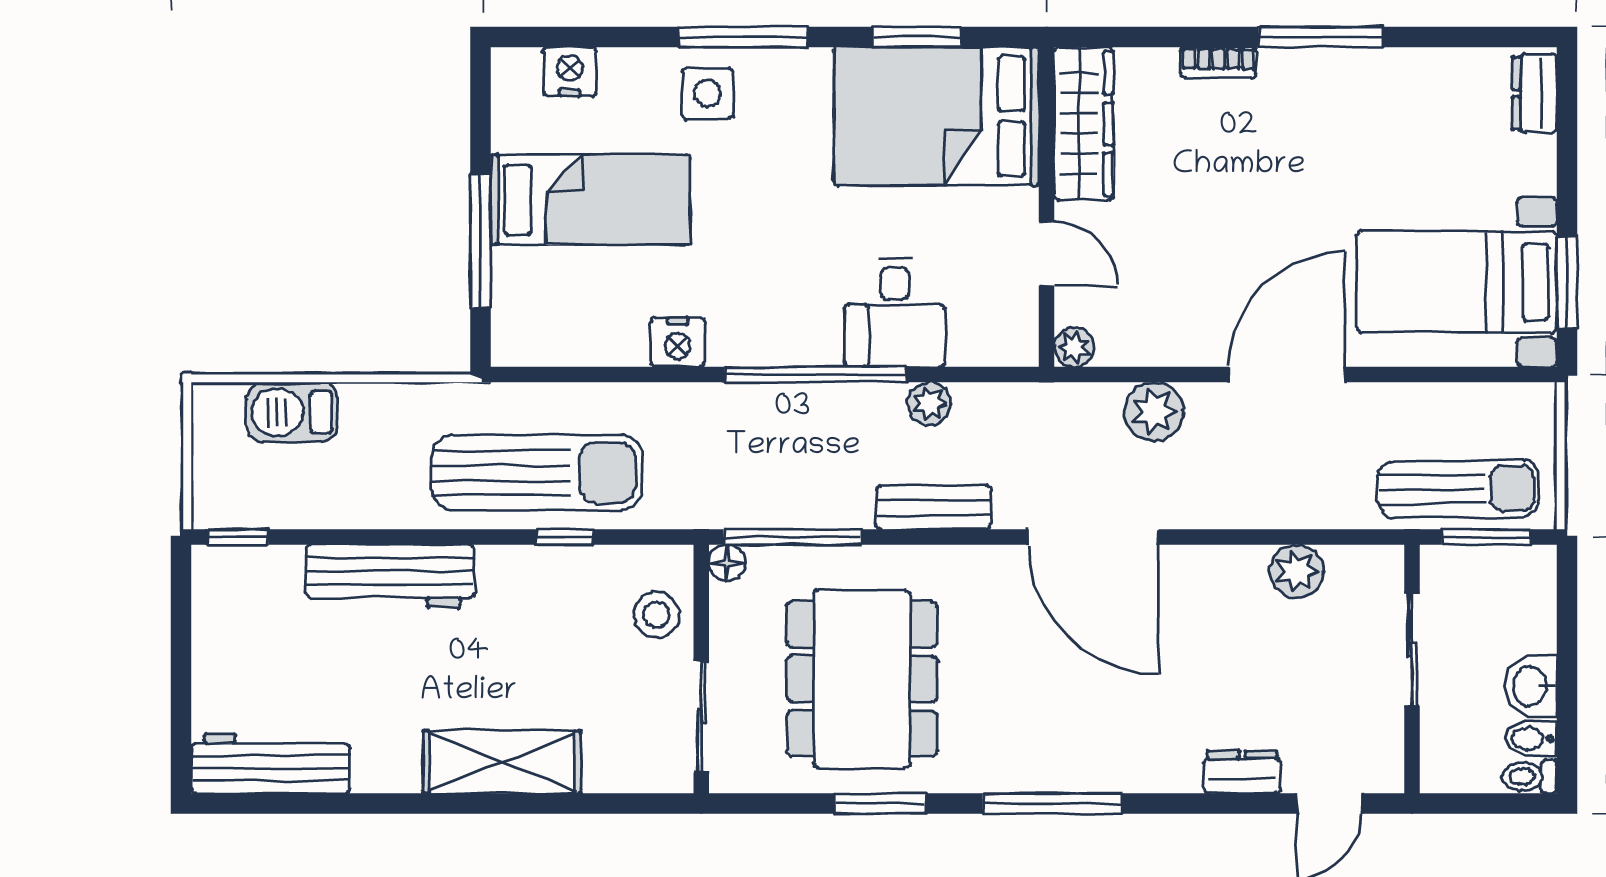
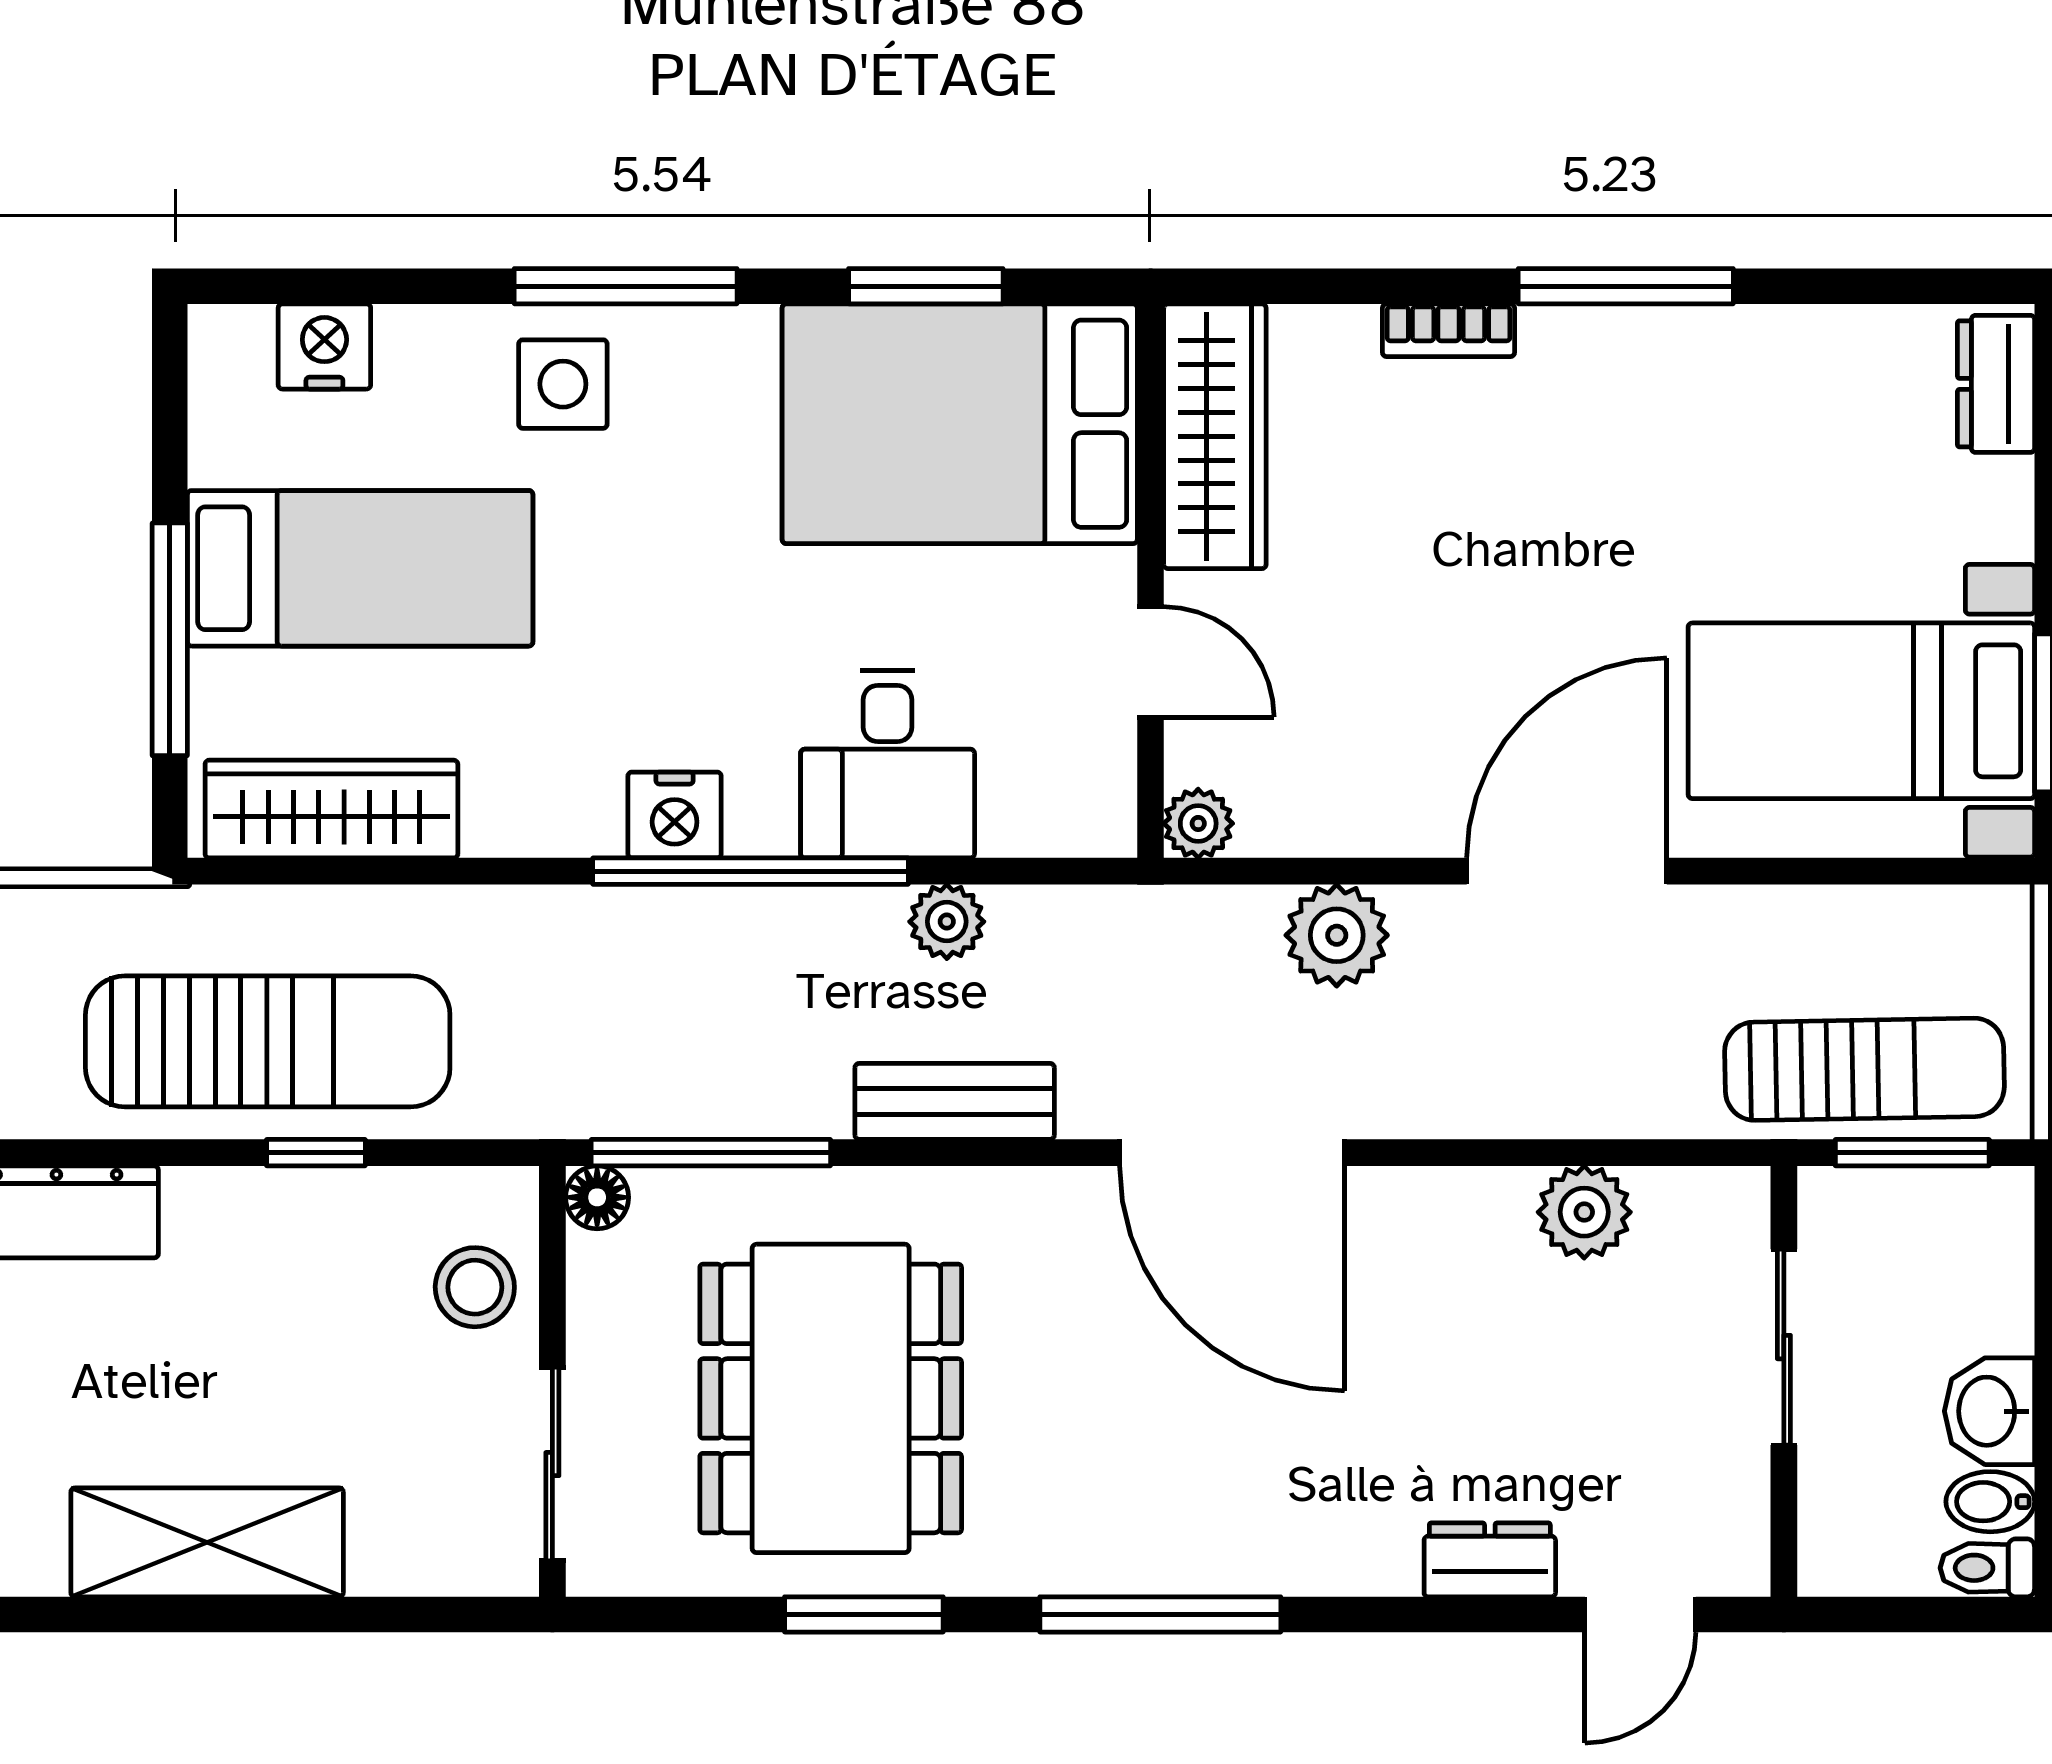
wardrobe: (574, 339) -> (331, 809), added
nightstand: (678, 342) -> (675, 815), moved

